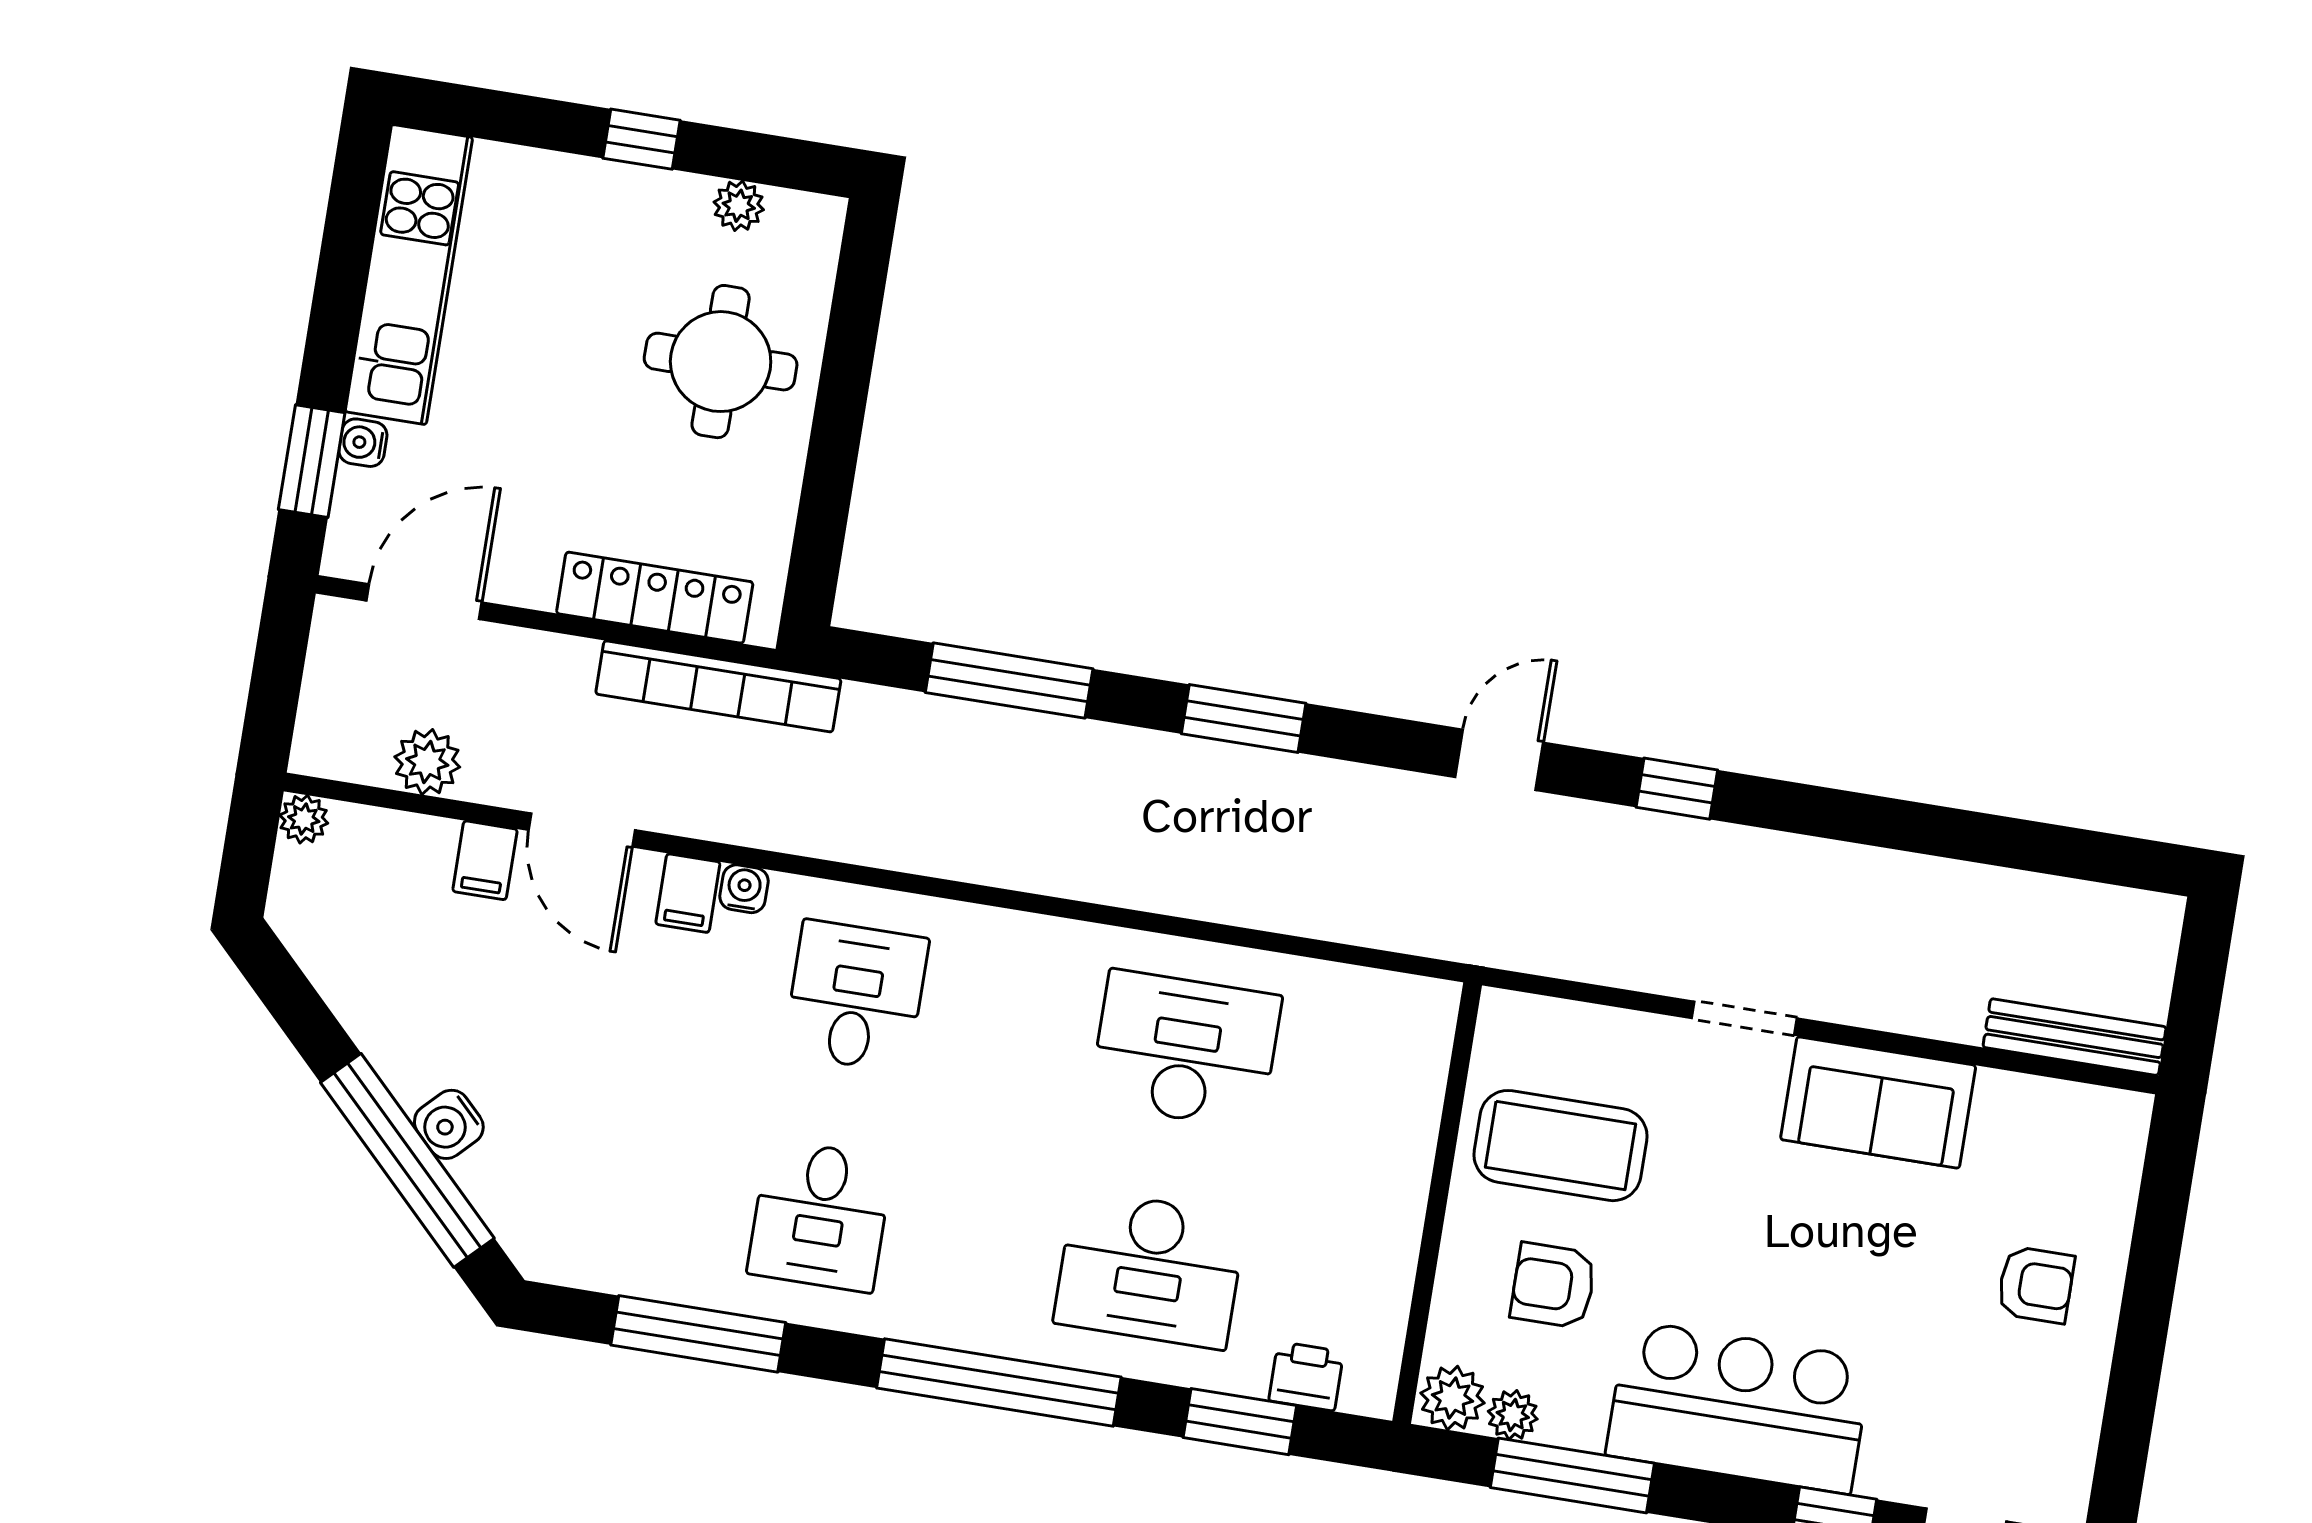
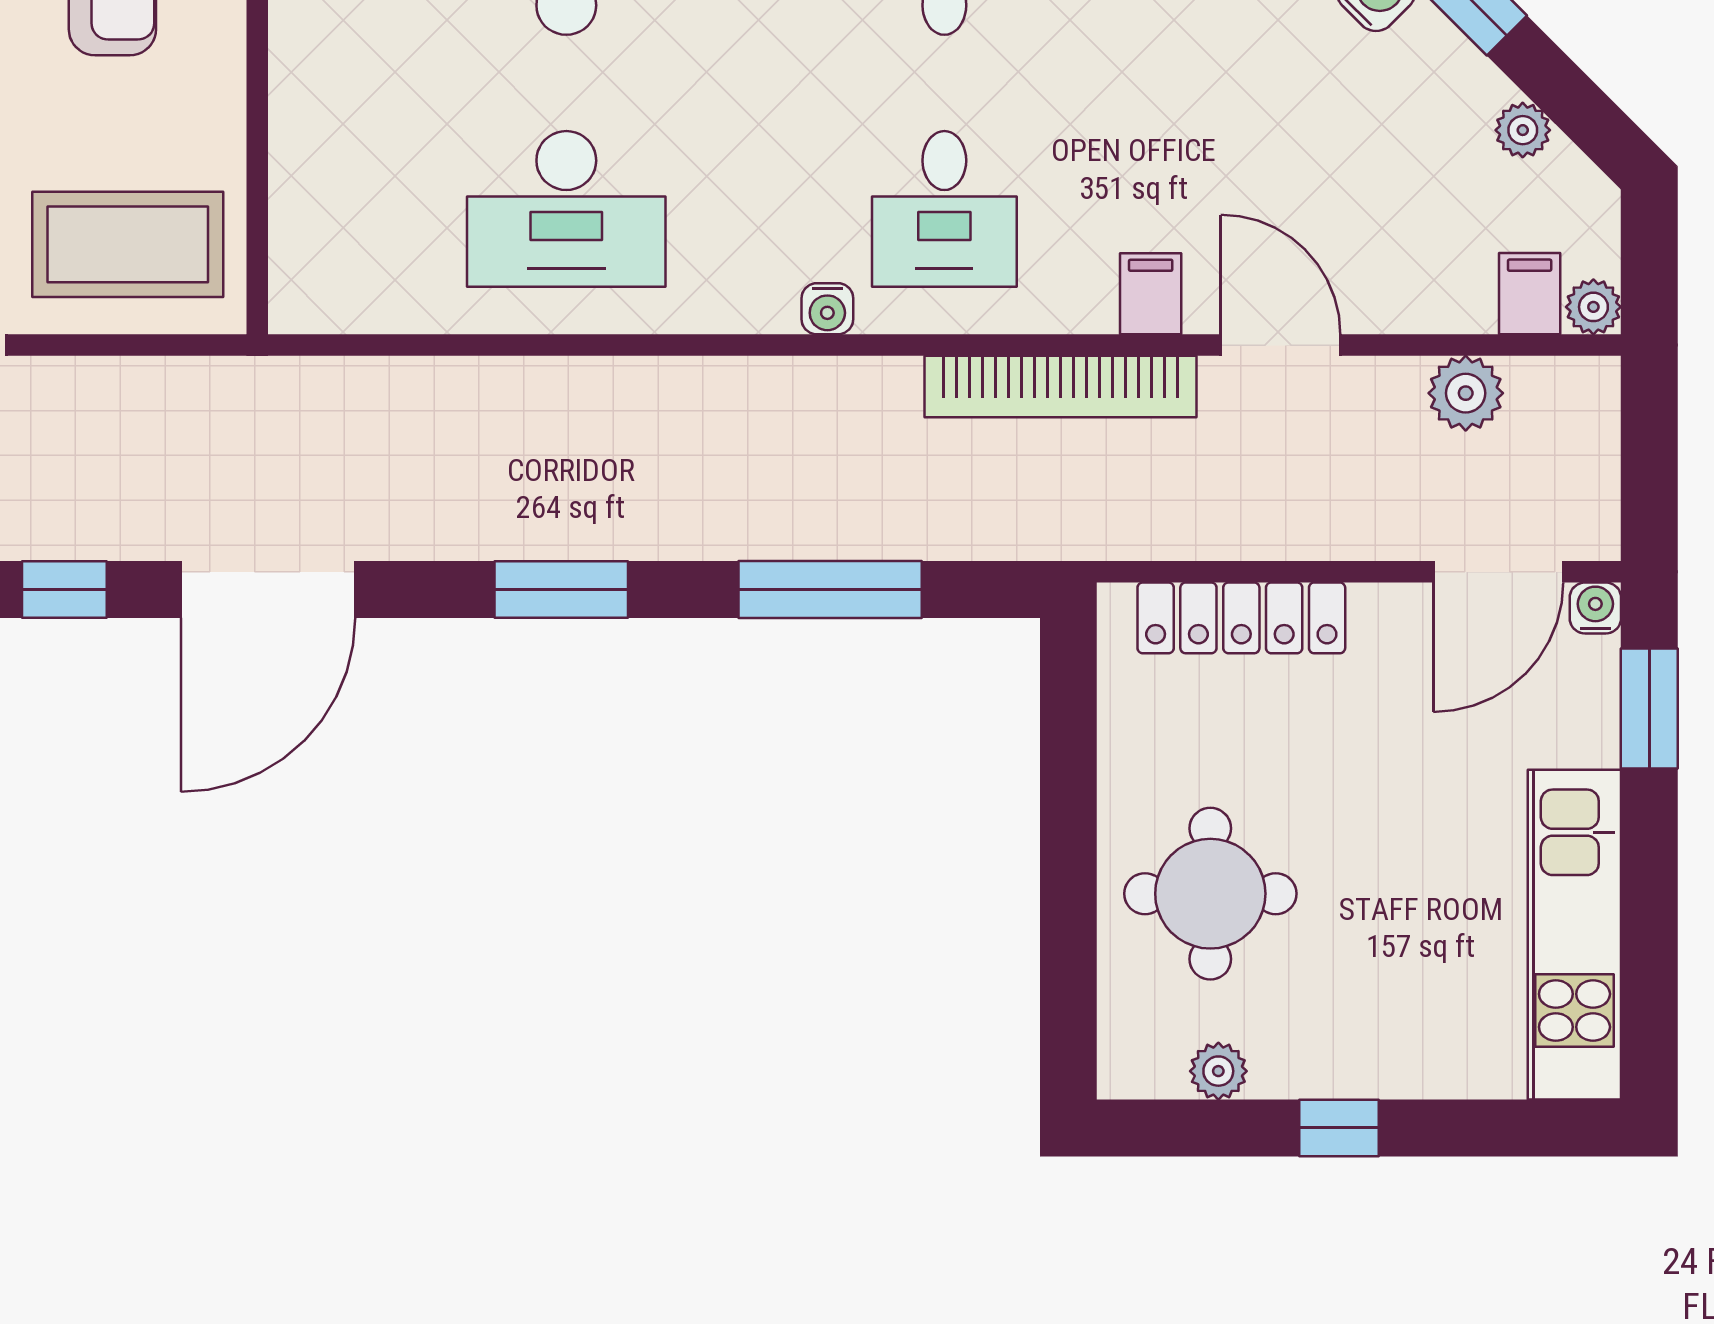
water cooler: (363, 443) -> (1595, 608), moved, turned -90
bookcase: (718, 686) -> (1061, 387), moved, turned 180
door: (1499, 760) -> (268, 589), width x1.87
filing cabinet: (485, 860) -> (1530, 294), moved
water cooler: (744, 889) -> (827, 309), moved
plant: (340, 983) -> (1523, 130), added
coffee table: (1560, 1146) -> (128, 244), moved

